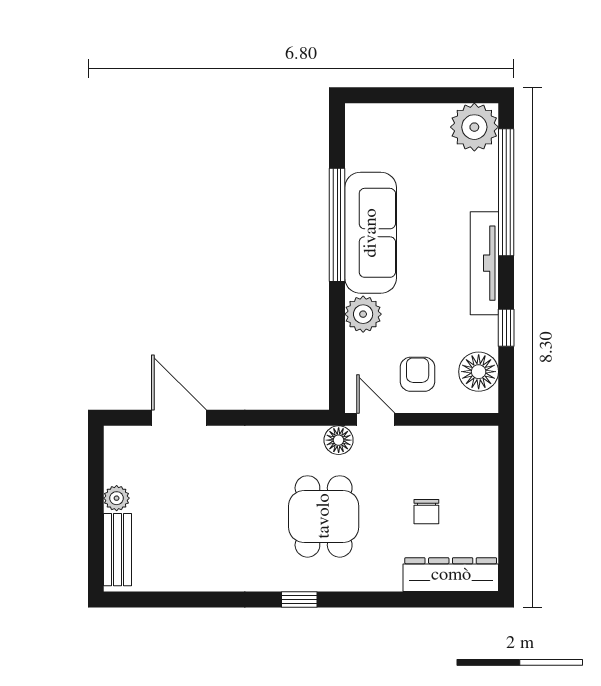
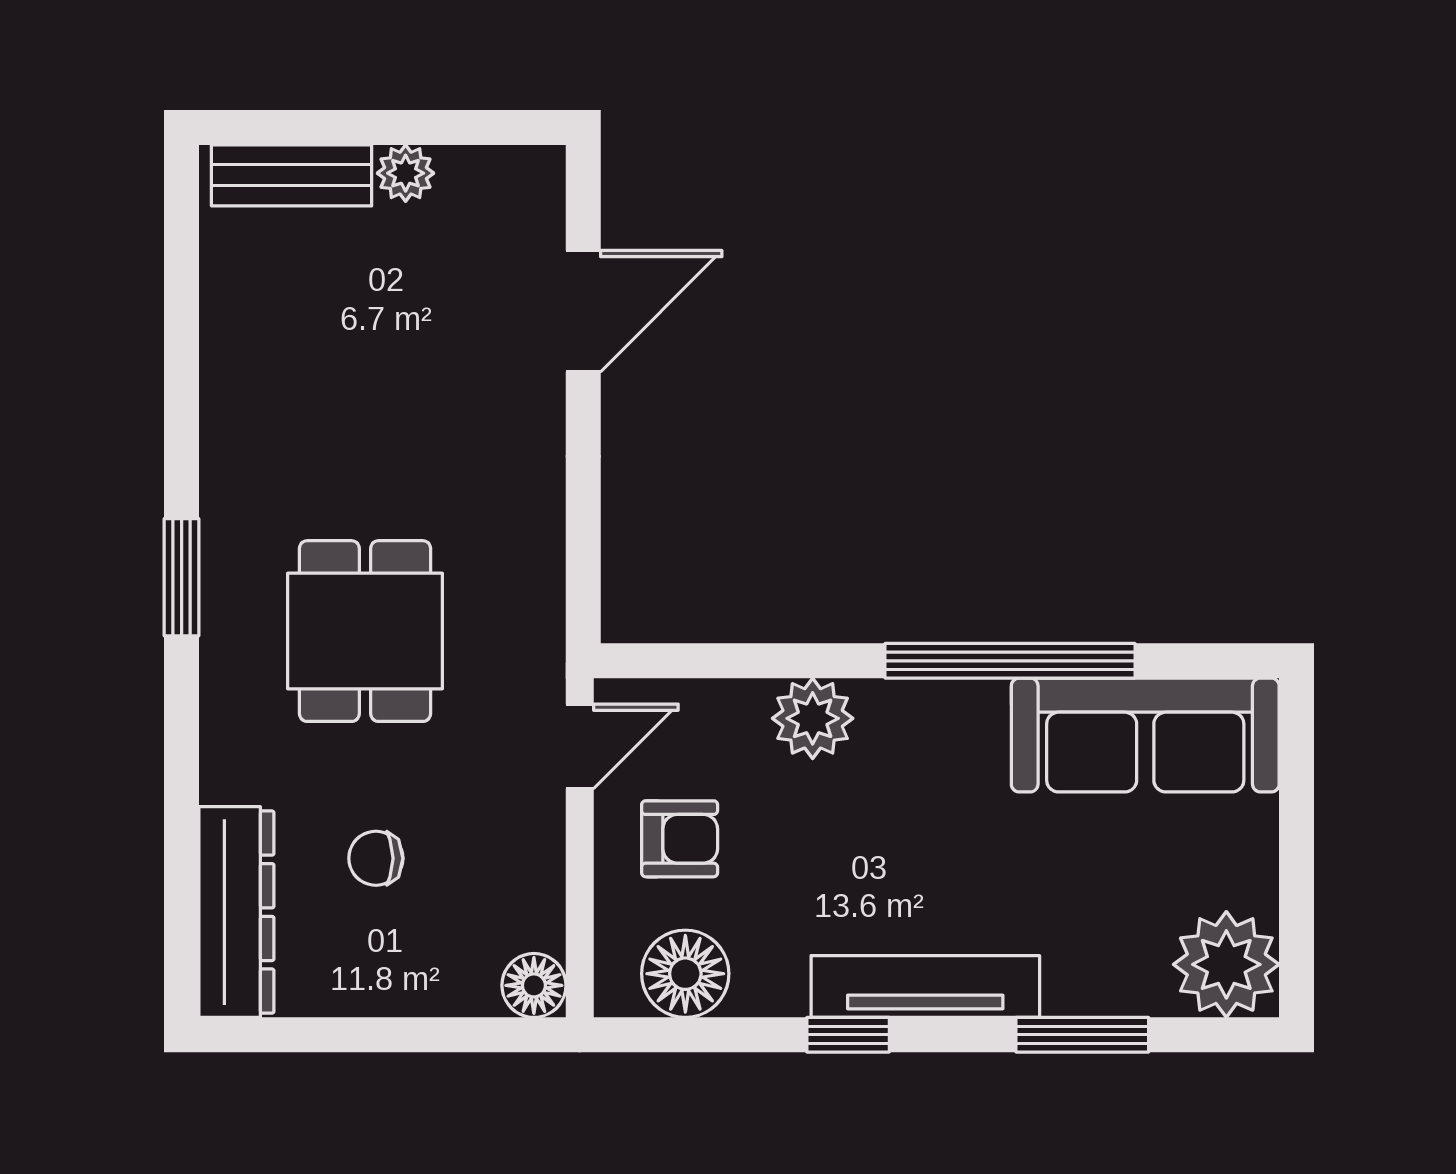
window: (506, 192) -> (1082, 1035), width x0.47
sofa: (371, 233) -> (1145, 735), moved
window: (506, 328) -> (848, 1035), moved
floor lamp: (339, 440) -> (534, 985), moved
dining table: (324, 516) -> (365, 631), turned 90
window: (299, 599) -> (182, 577), width x1.50

